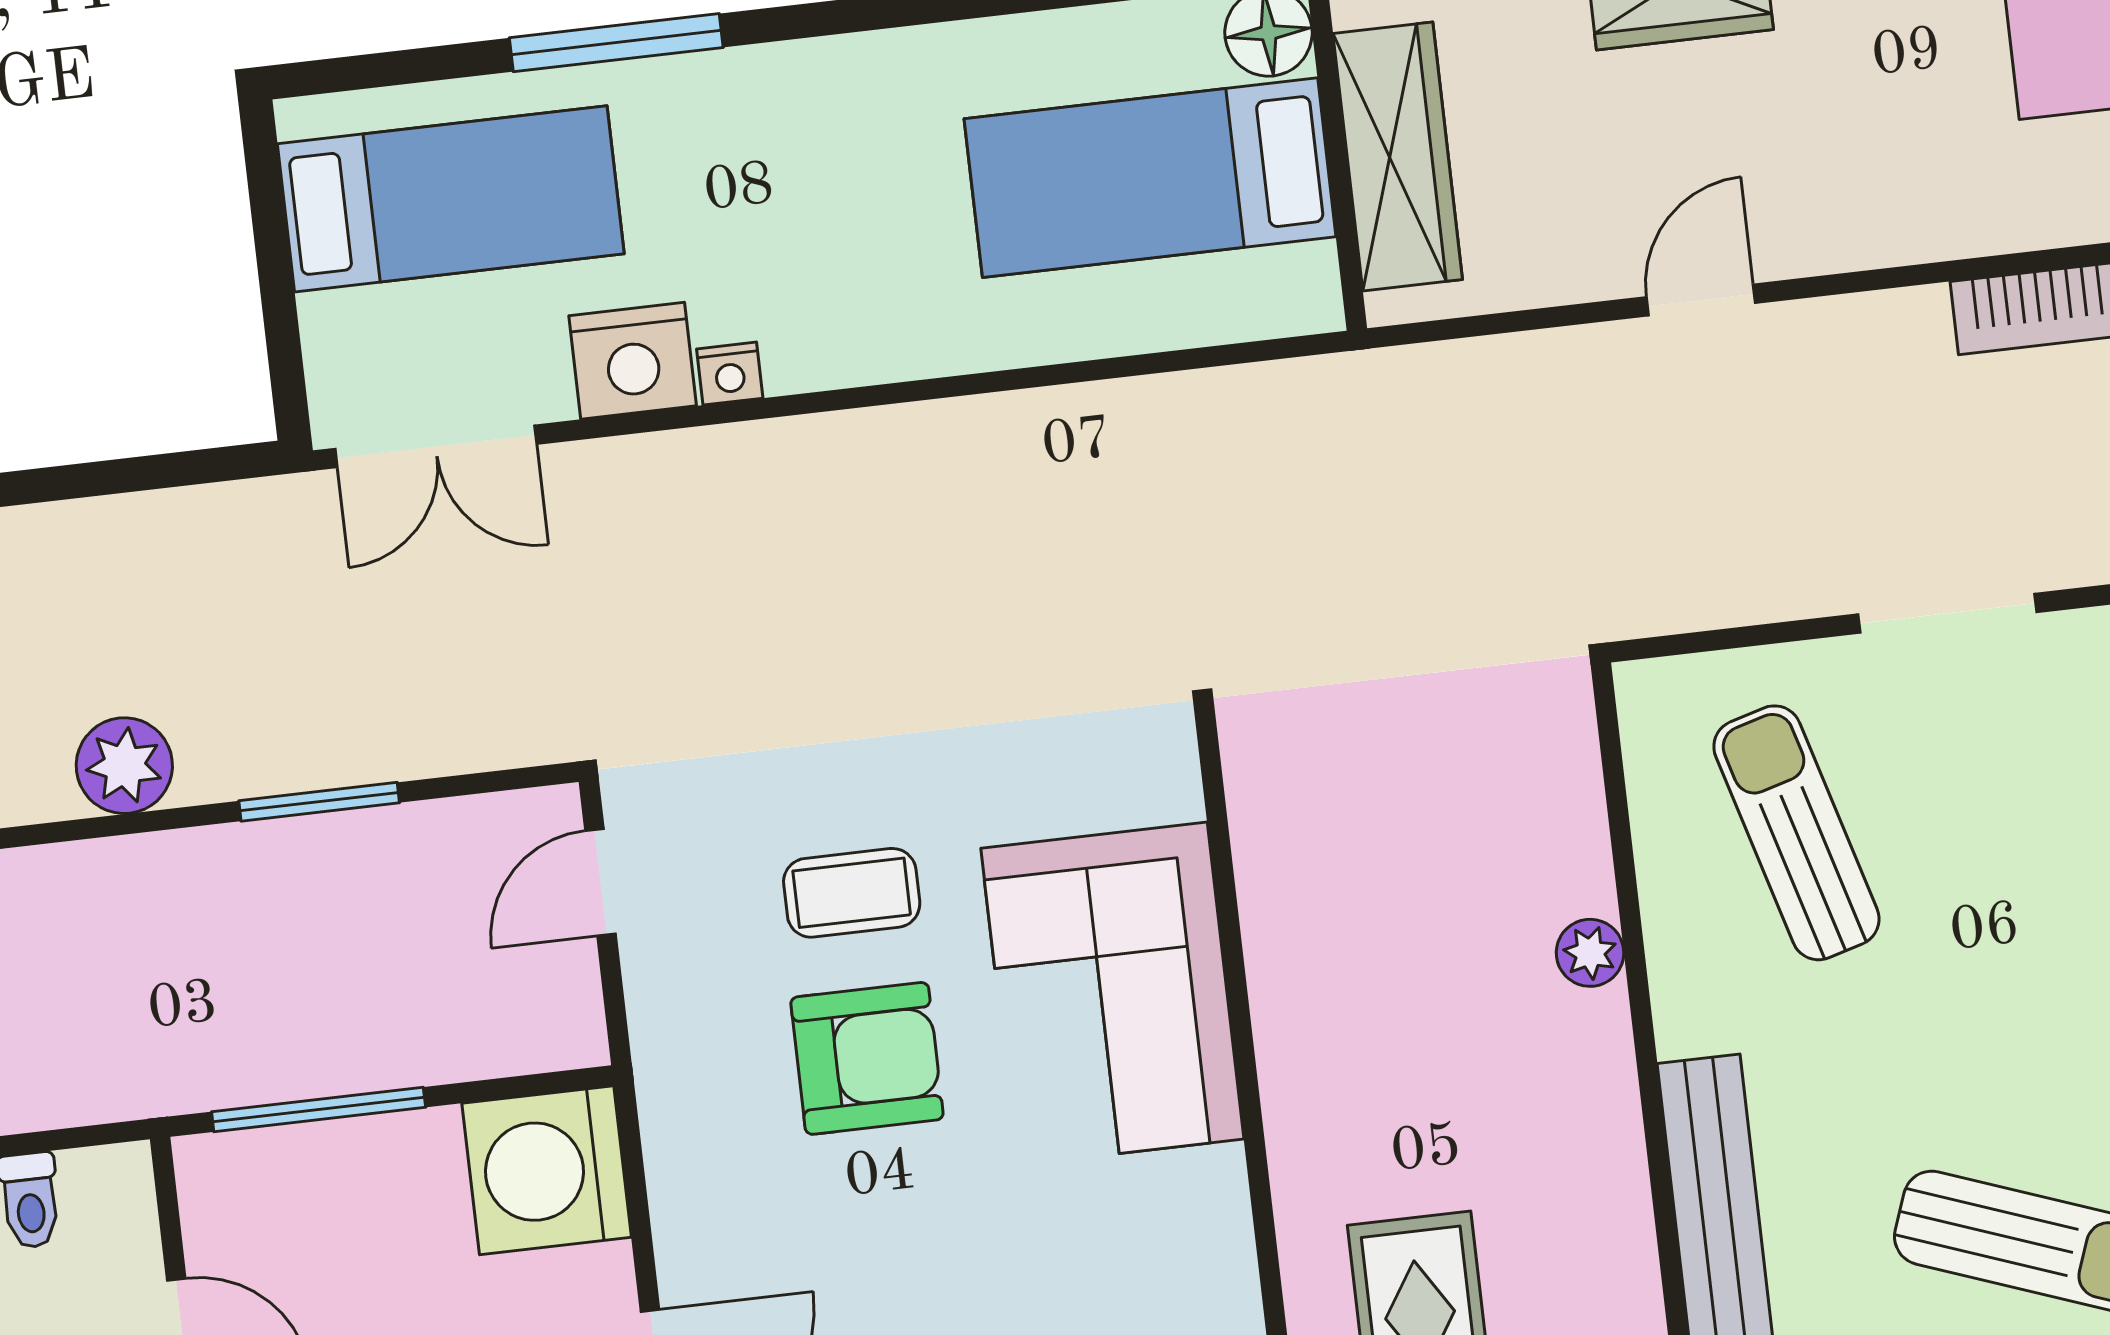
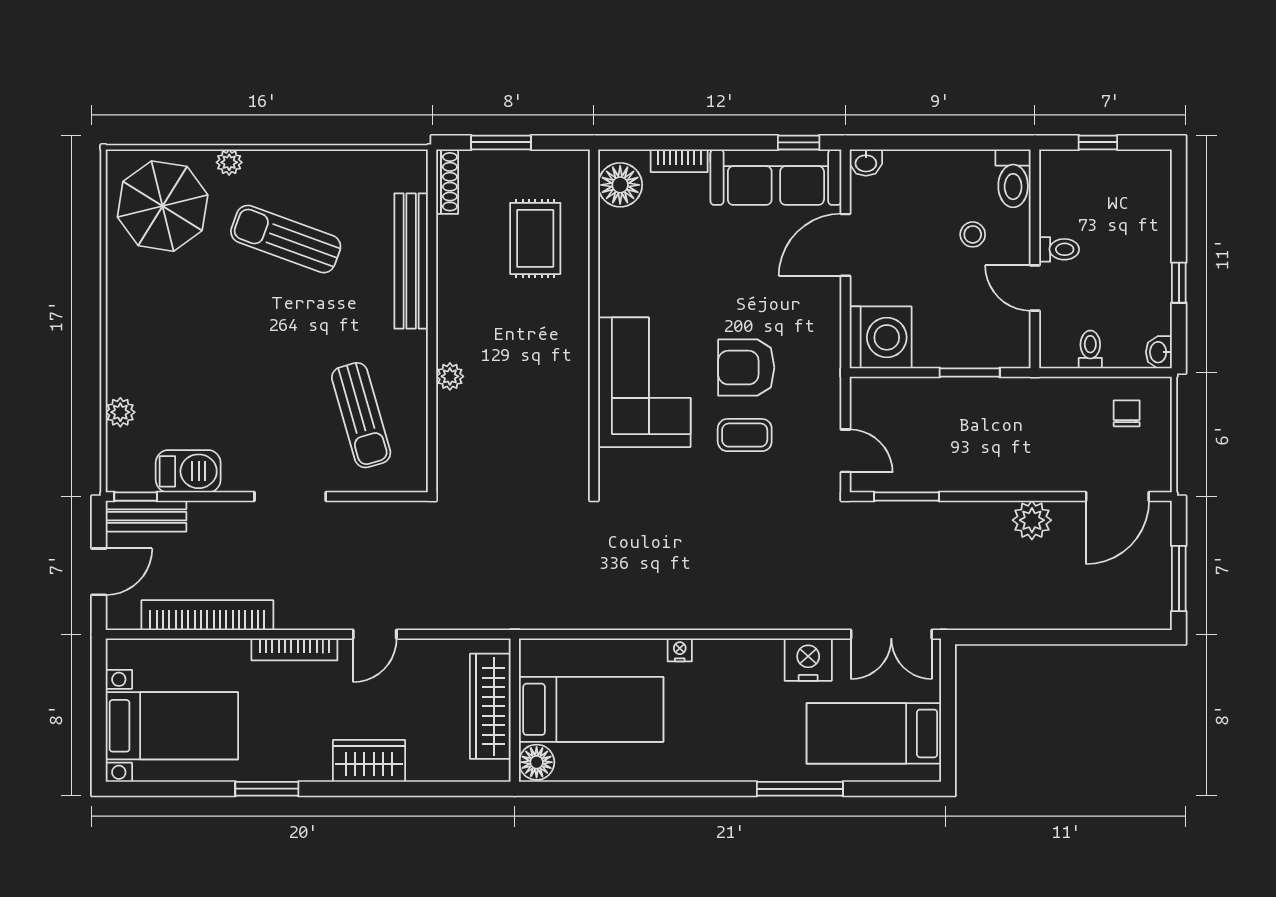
bookcase: (1893, 240) -> (294, 649), added
nightstand: (730, 374) -> (680, 650), moved
double door: (436, 446) -> (891, 634), swing flipped
window: (319, 802) -> (906, 497), moved
door: (600, 882) -> (845, 451), hinge flipped
window: (319, 1109) -> (970, 373), width x0.69

